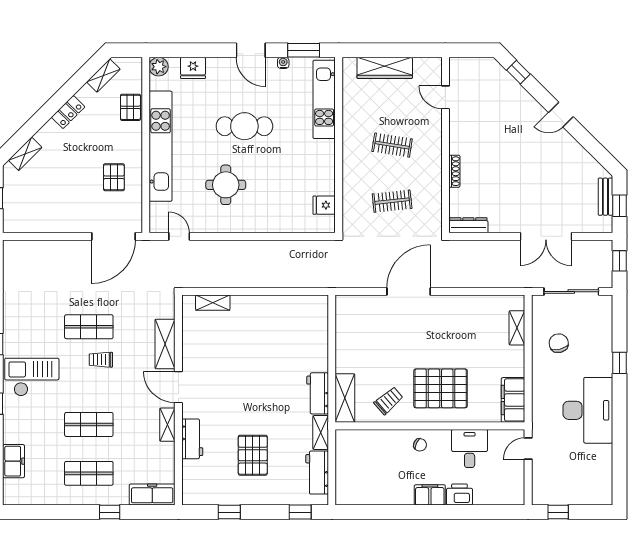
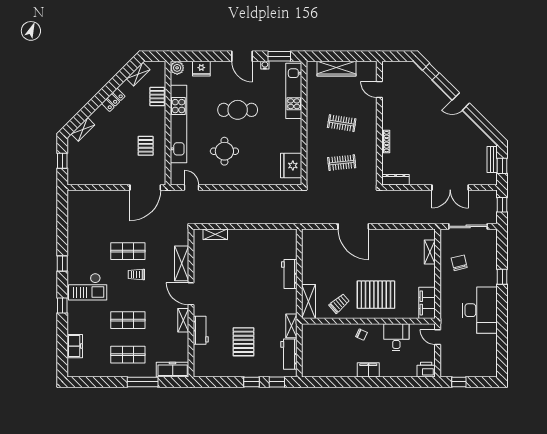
fridge: (324, 205) -> (291, 166), width x1.88, depth x1.34
door: (409, 292) -> (353, 226), swing flipped
checkout: (32, 377) -> (88, 287), turned 180
workbench: (318, 393) -> (289, 274), moved
door: (528, 448) -> (438, 337), hinge flipped
printer: (459, 494) -> (426, 370), moved
window: (110, 512) -> (143, 382), width x2.17
window: (229, 512) -> (252, 382), moved

